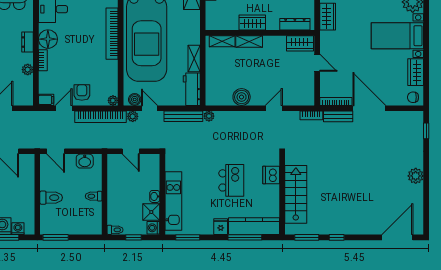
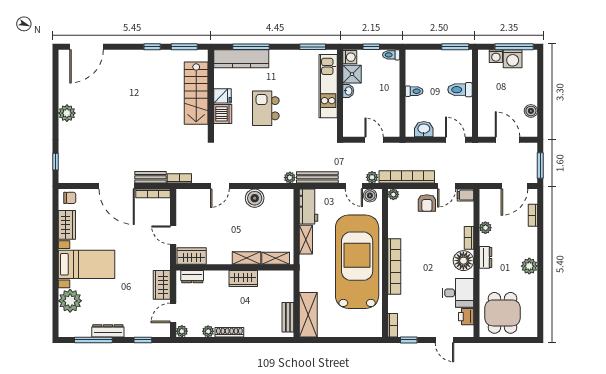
dresser: (295, 24) -> (192, 277), width x0.70
fridge: (221, 227) -> (222, 96), moved, turned -90

